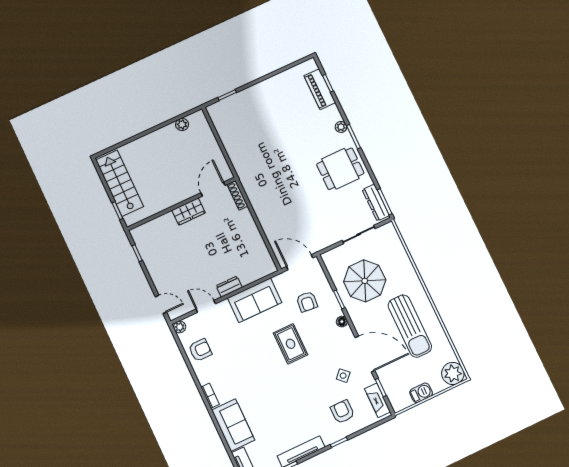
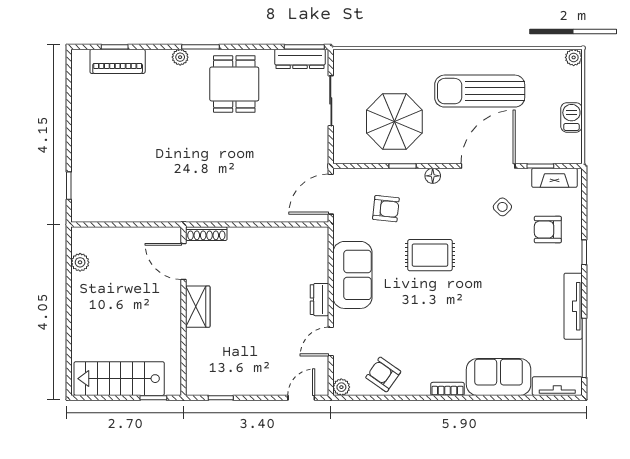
sun lounger: (410, 326) -> (480, 91), turned 180
armchair: (200, 350) -> (383, 374), turned -55
plant: (453, 373) -> (574, 57), width x0.53, depth x0.53

